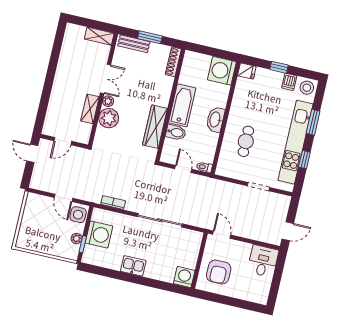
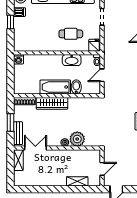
washing machine: (222, 71) -> (19, 59), width x0.53, depth x0.53
fridge: (247, 71) -> (94, 45), moved
double door: (106, 79) -> (35, 148), moved
shelving: (90, 109) -> (77, 181), moved
washbasin: (215, 120) -> (72, 60), moved
wardrobe: (155, 127) -> (52, 103), moved
door: (63, 141) -> (102, 169), hinge flipped

